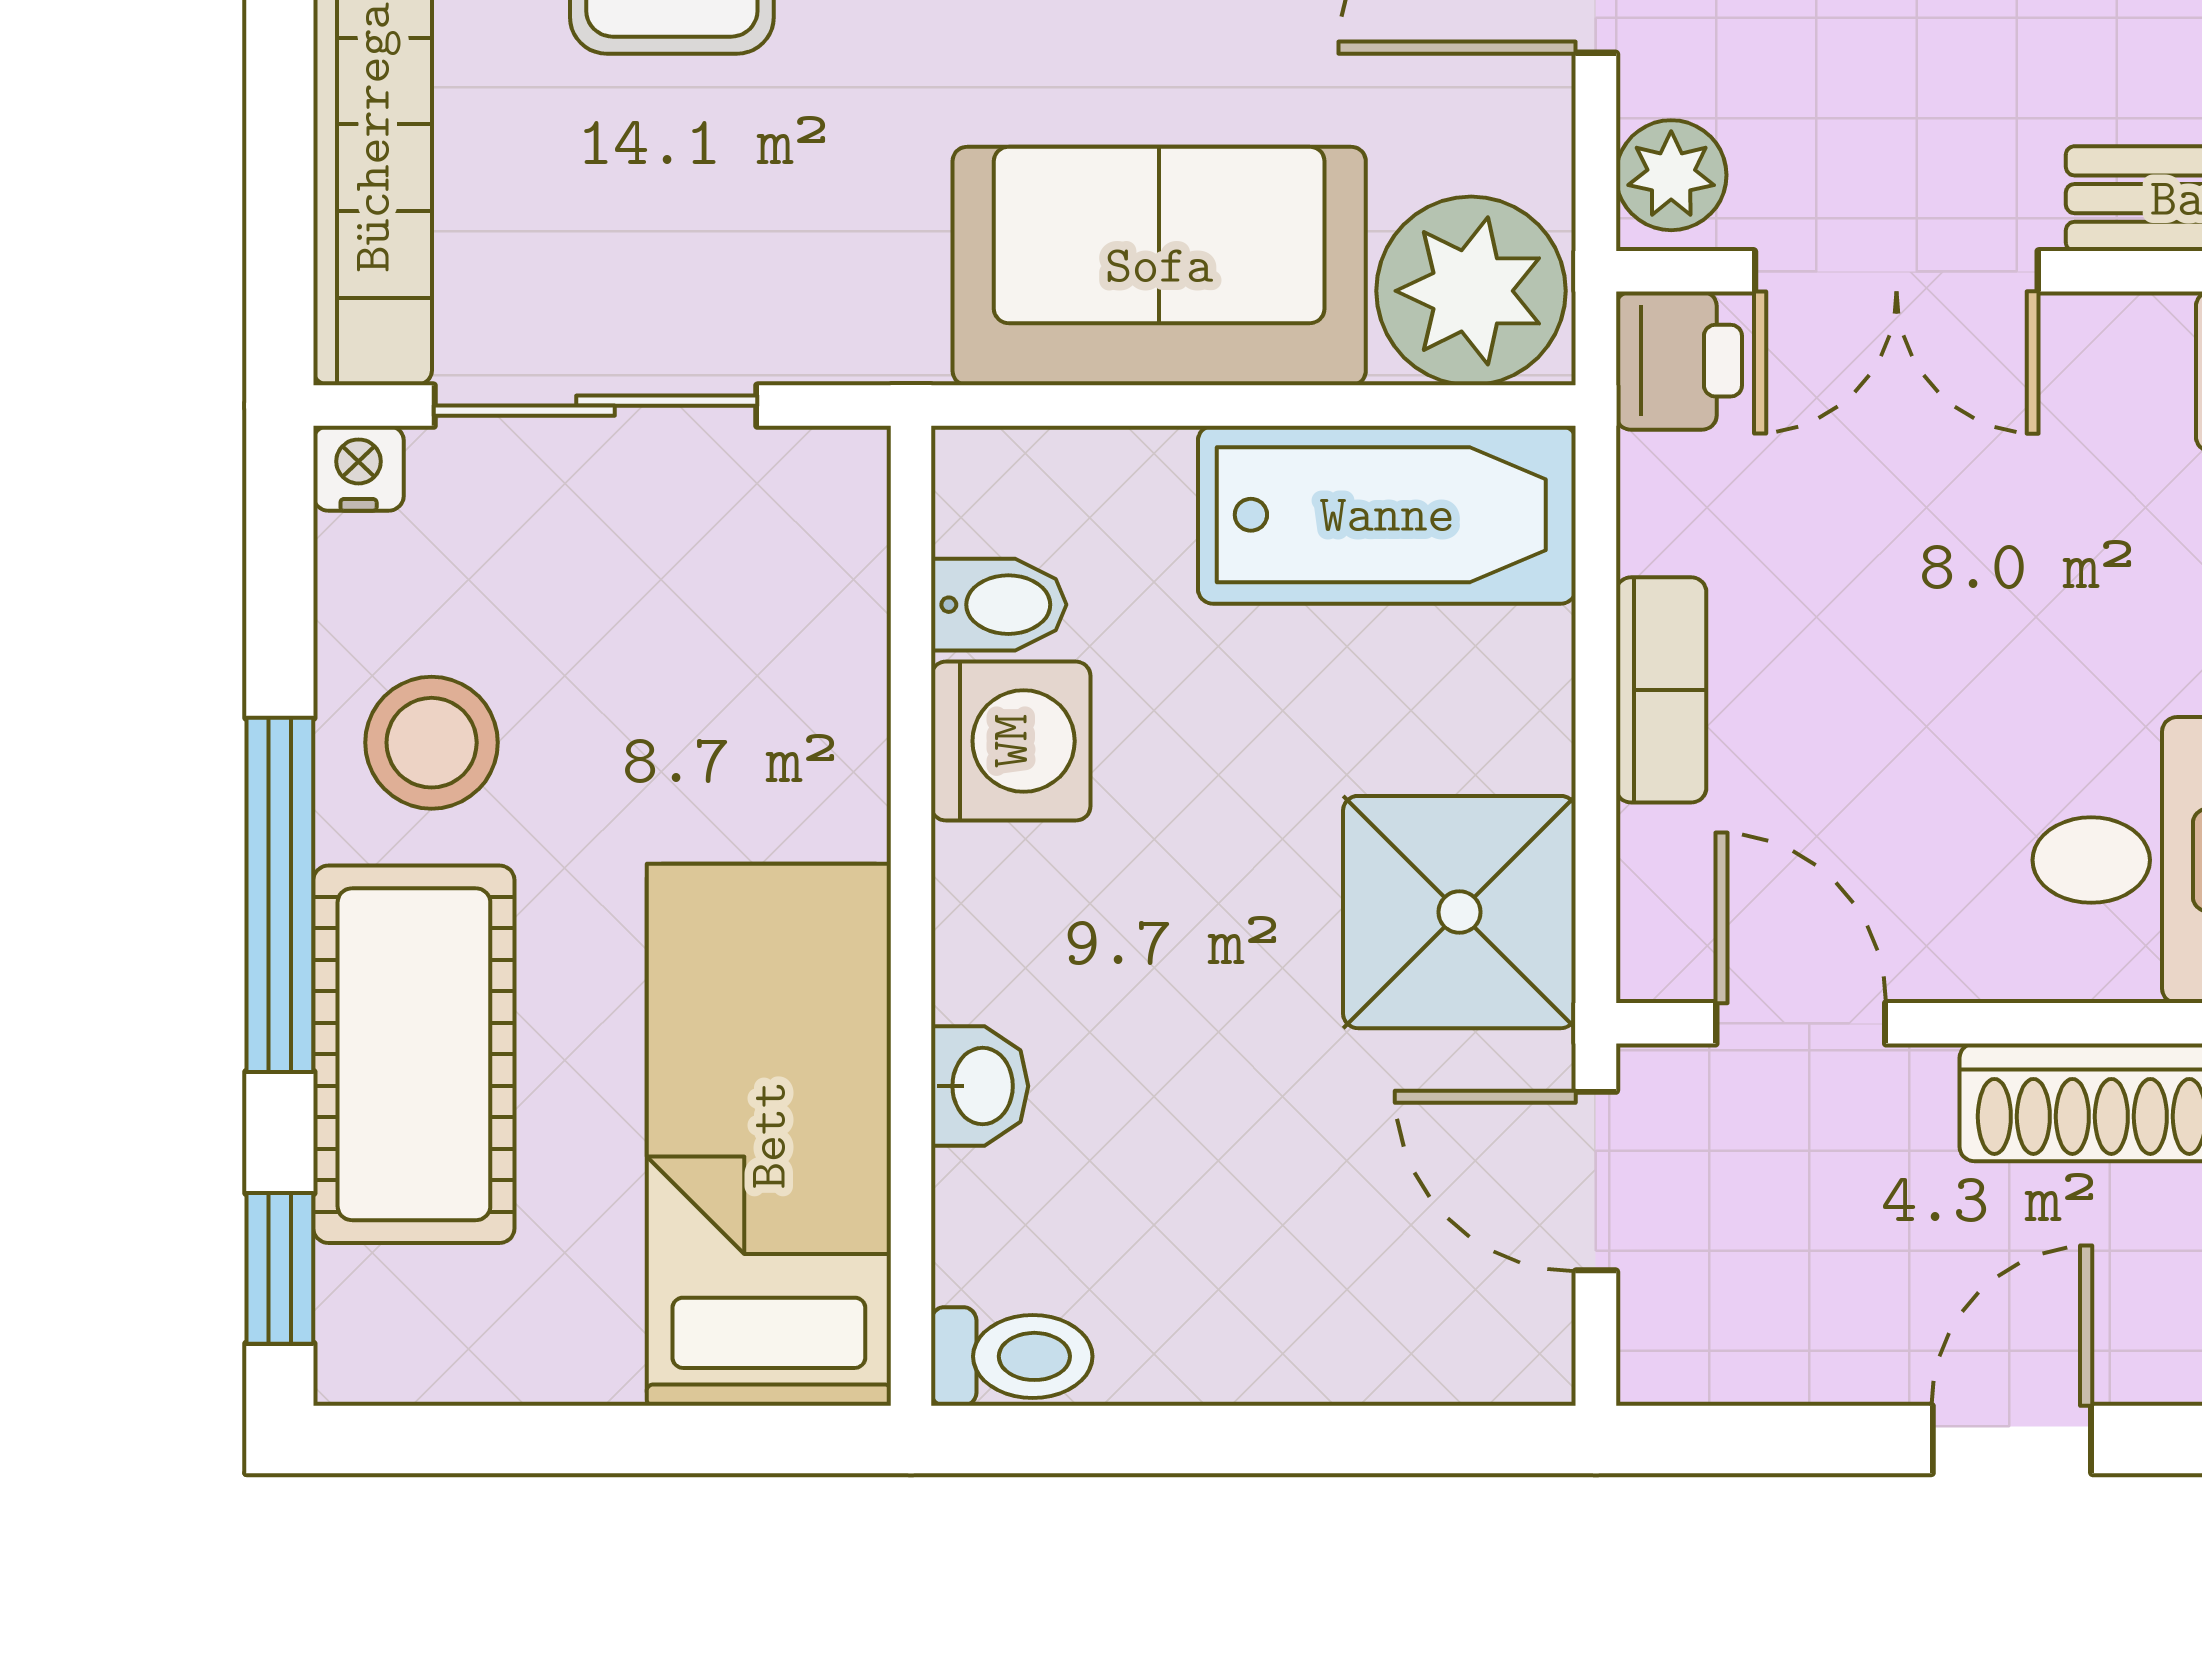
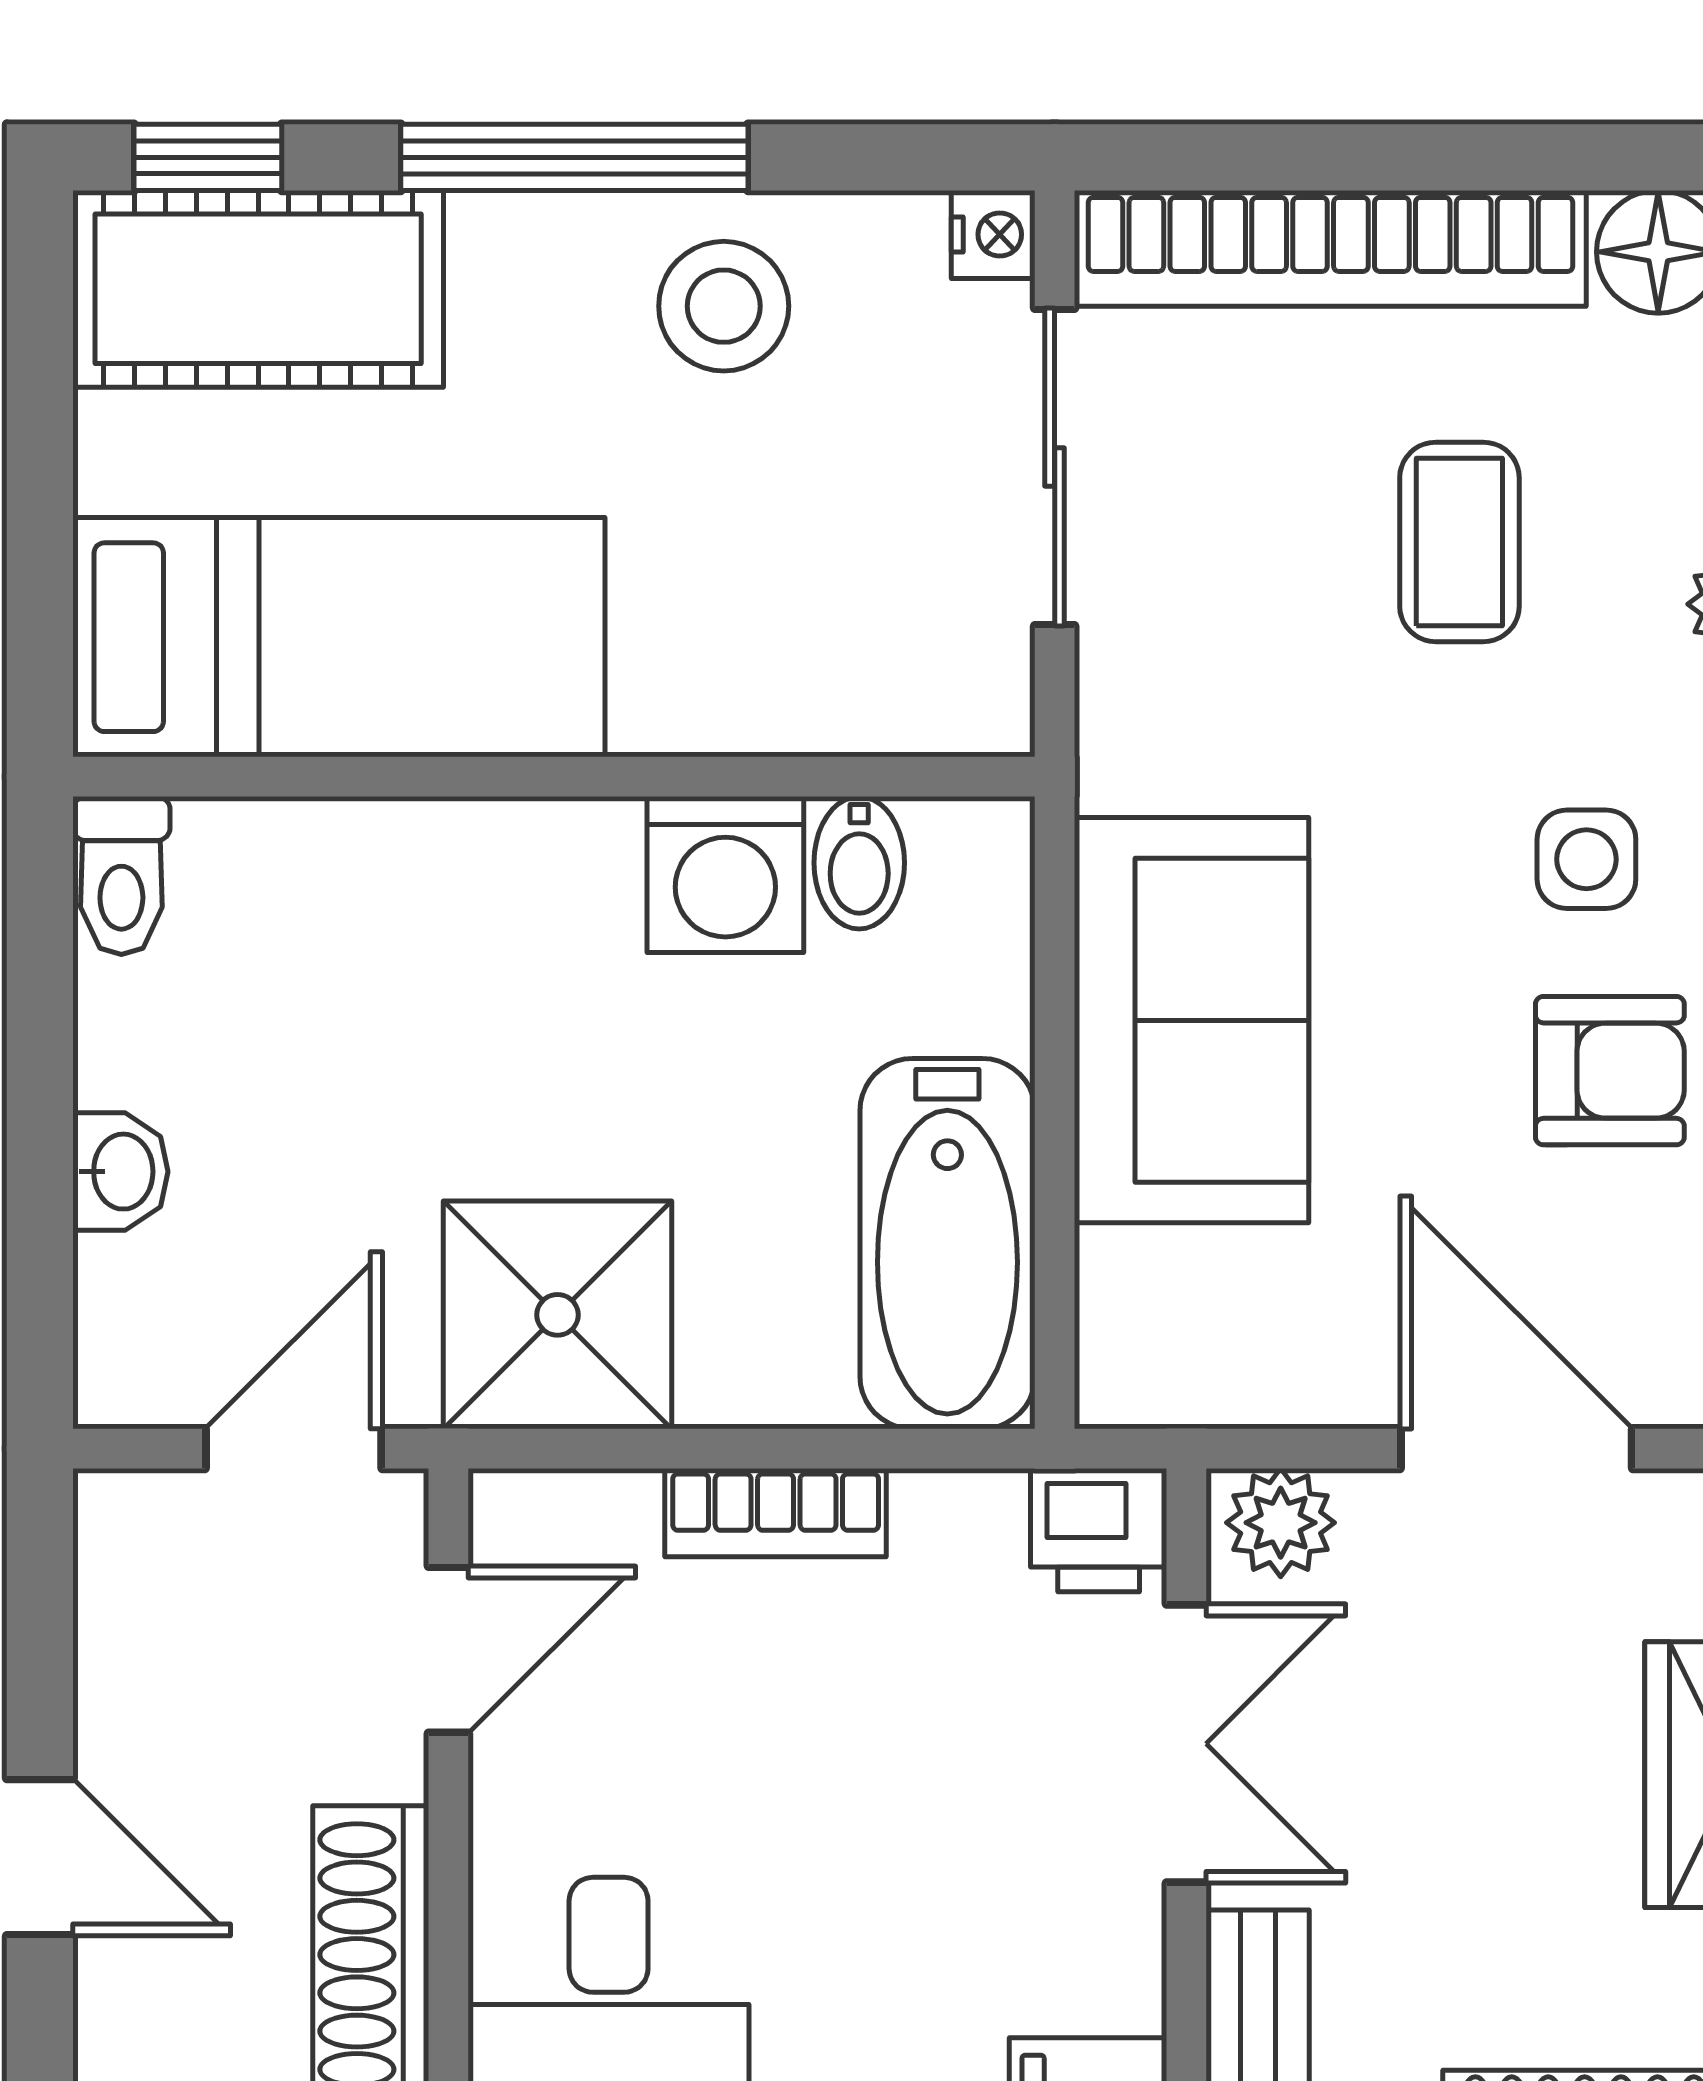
double door: (1896, 271) -> (1186, 1744), swing flipped
plant: (1471, 291) -> (1167, 1326), removed
cot: (414, 1054) -> (258, 289), moved
washbasin: (980, 1086) -> (120, 1172), moved, turned -90

